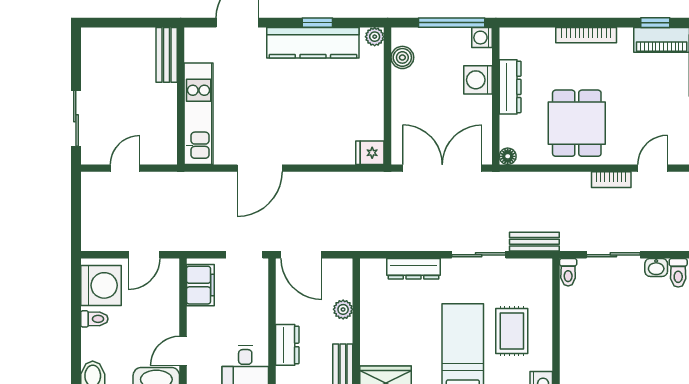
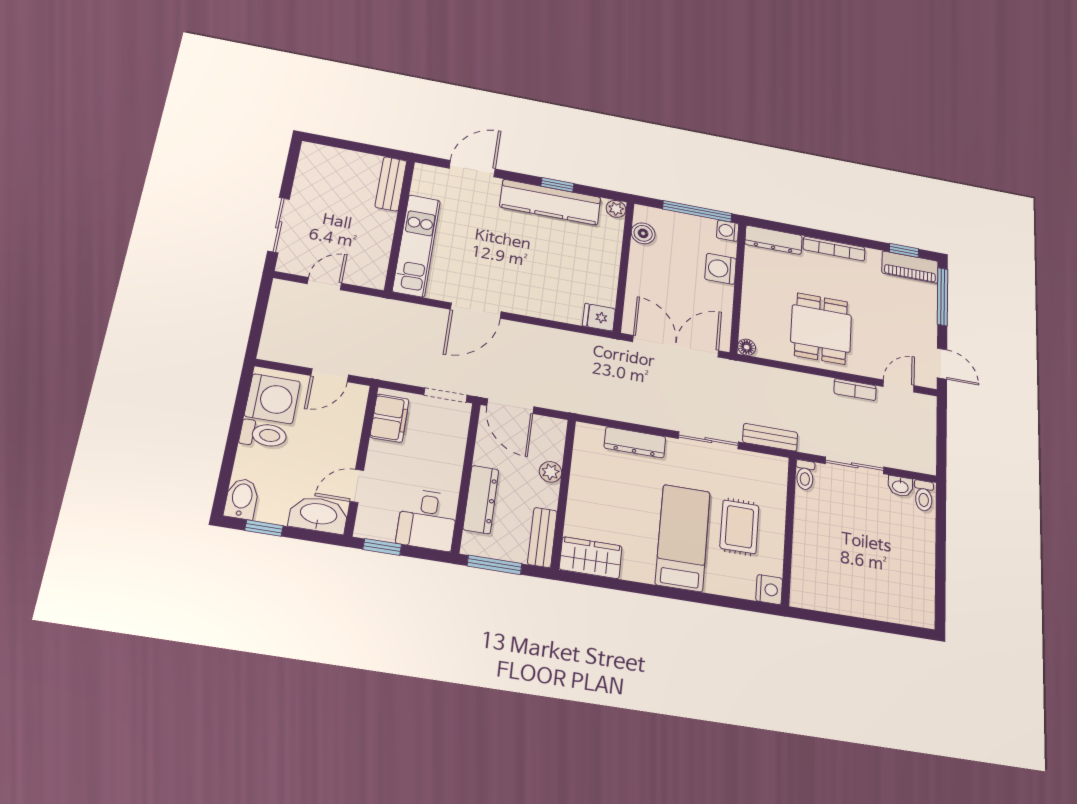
dresser: (510, 87) -> (773, 240), moved, turned 90
toilet: (94, 319) -> (263, 434), width x1.37, depth x1.39
dresser: (287, 345) -> (481, 500), width x1.44

